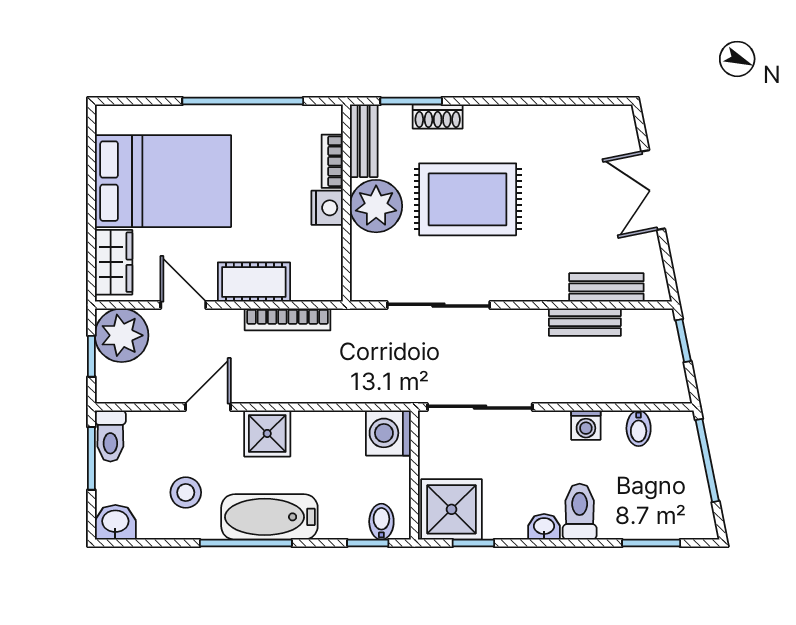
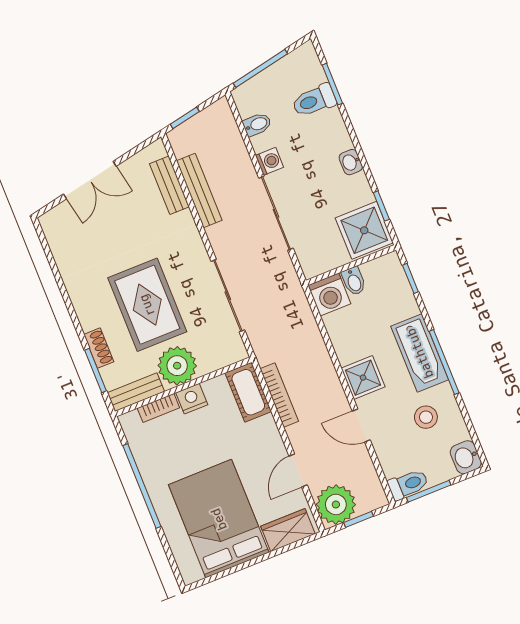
cot: (254, 282) -> (248, 392), moved
bench: (585, 322) -> (199, 190), width x1.36
sliding door: (480, 407) -> (276, 213), moved
toilet: (580, 512) -> (314, 101), moved
bidet: (381, 522) -> (354, 281), moved, turned -90

